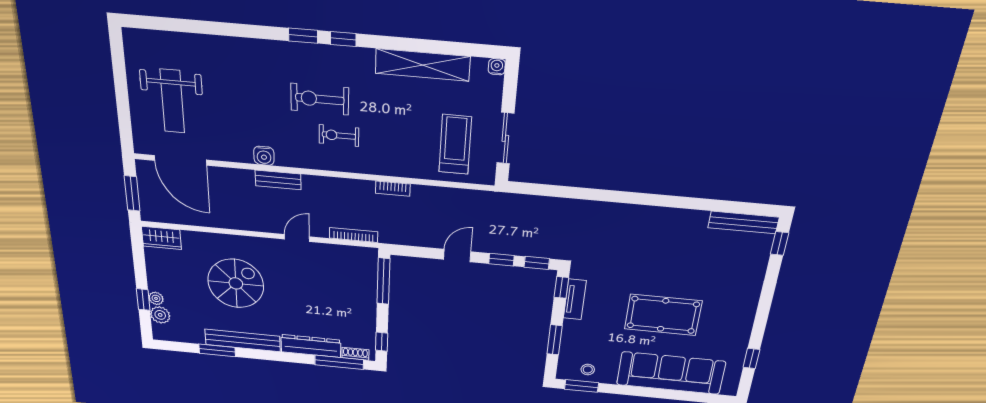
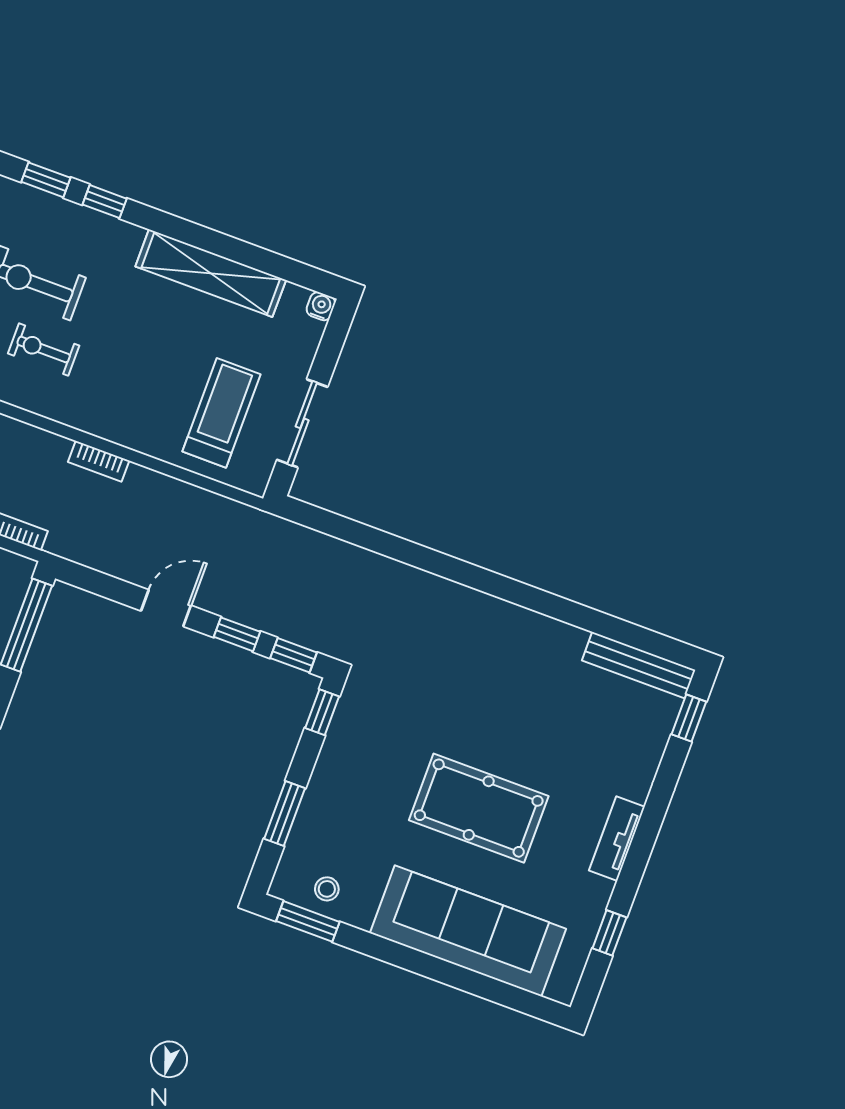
tv unit: (575, 299) -> (617, 839), moved, turned 180

